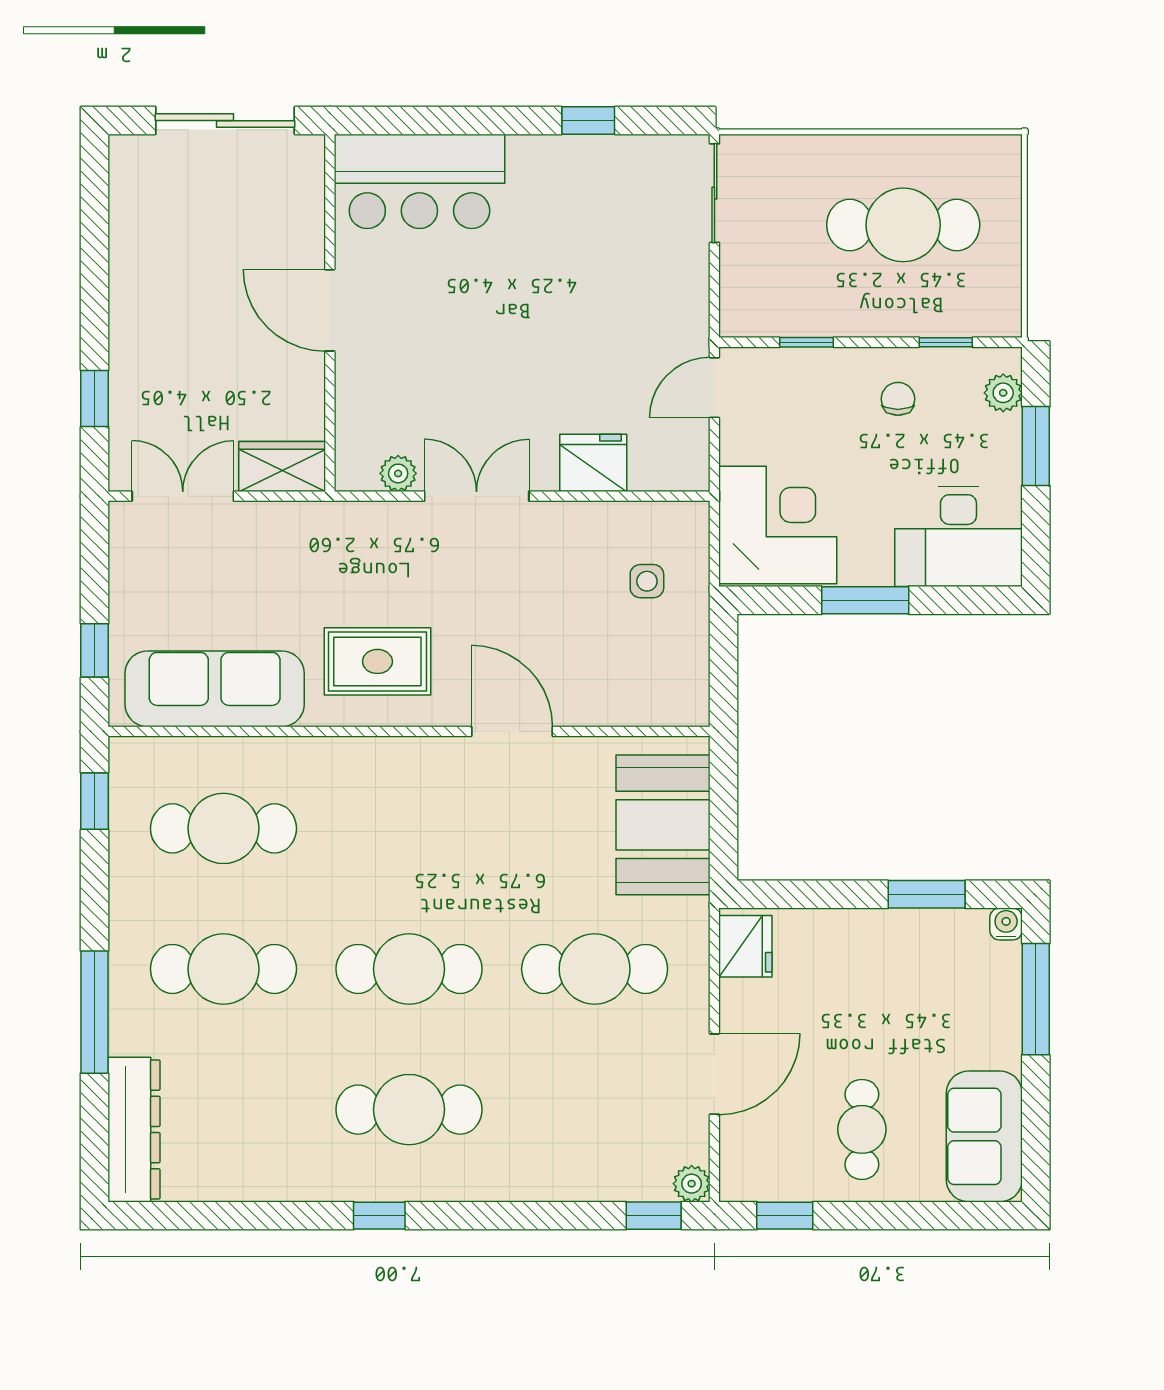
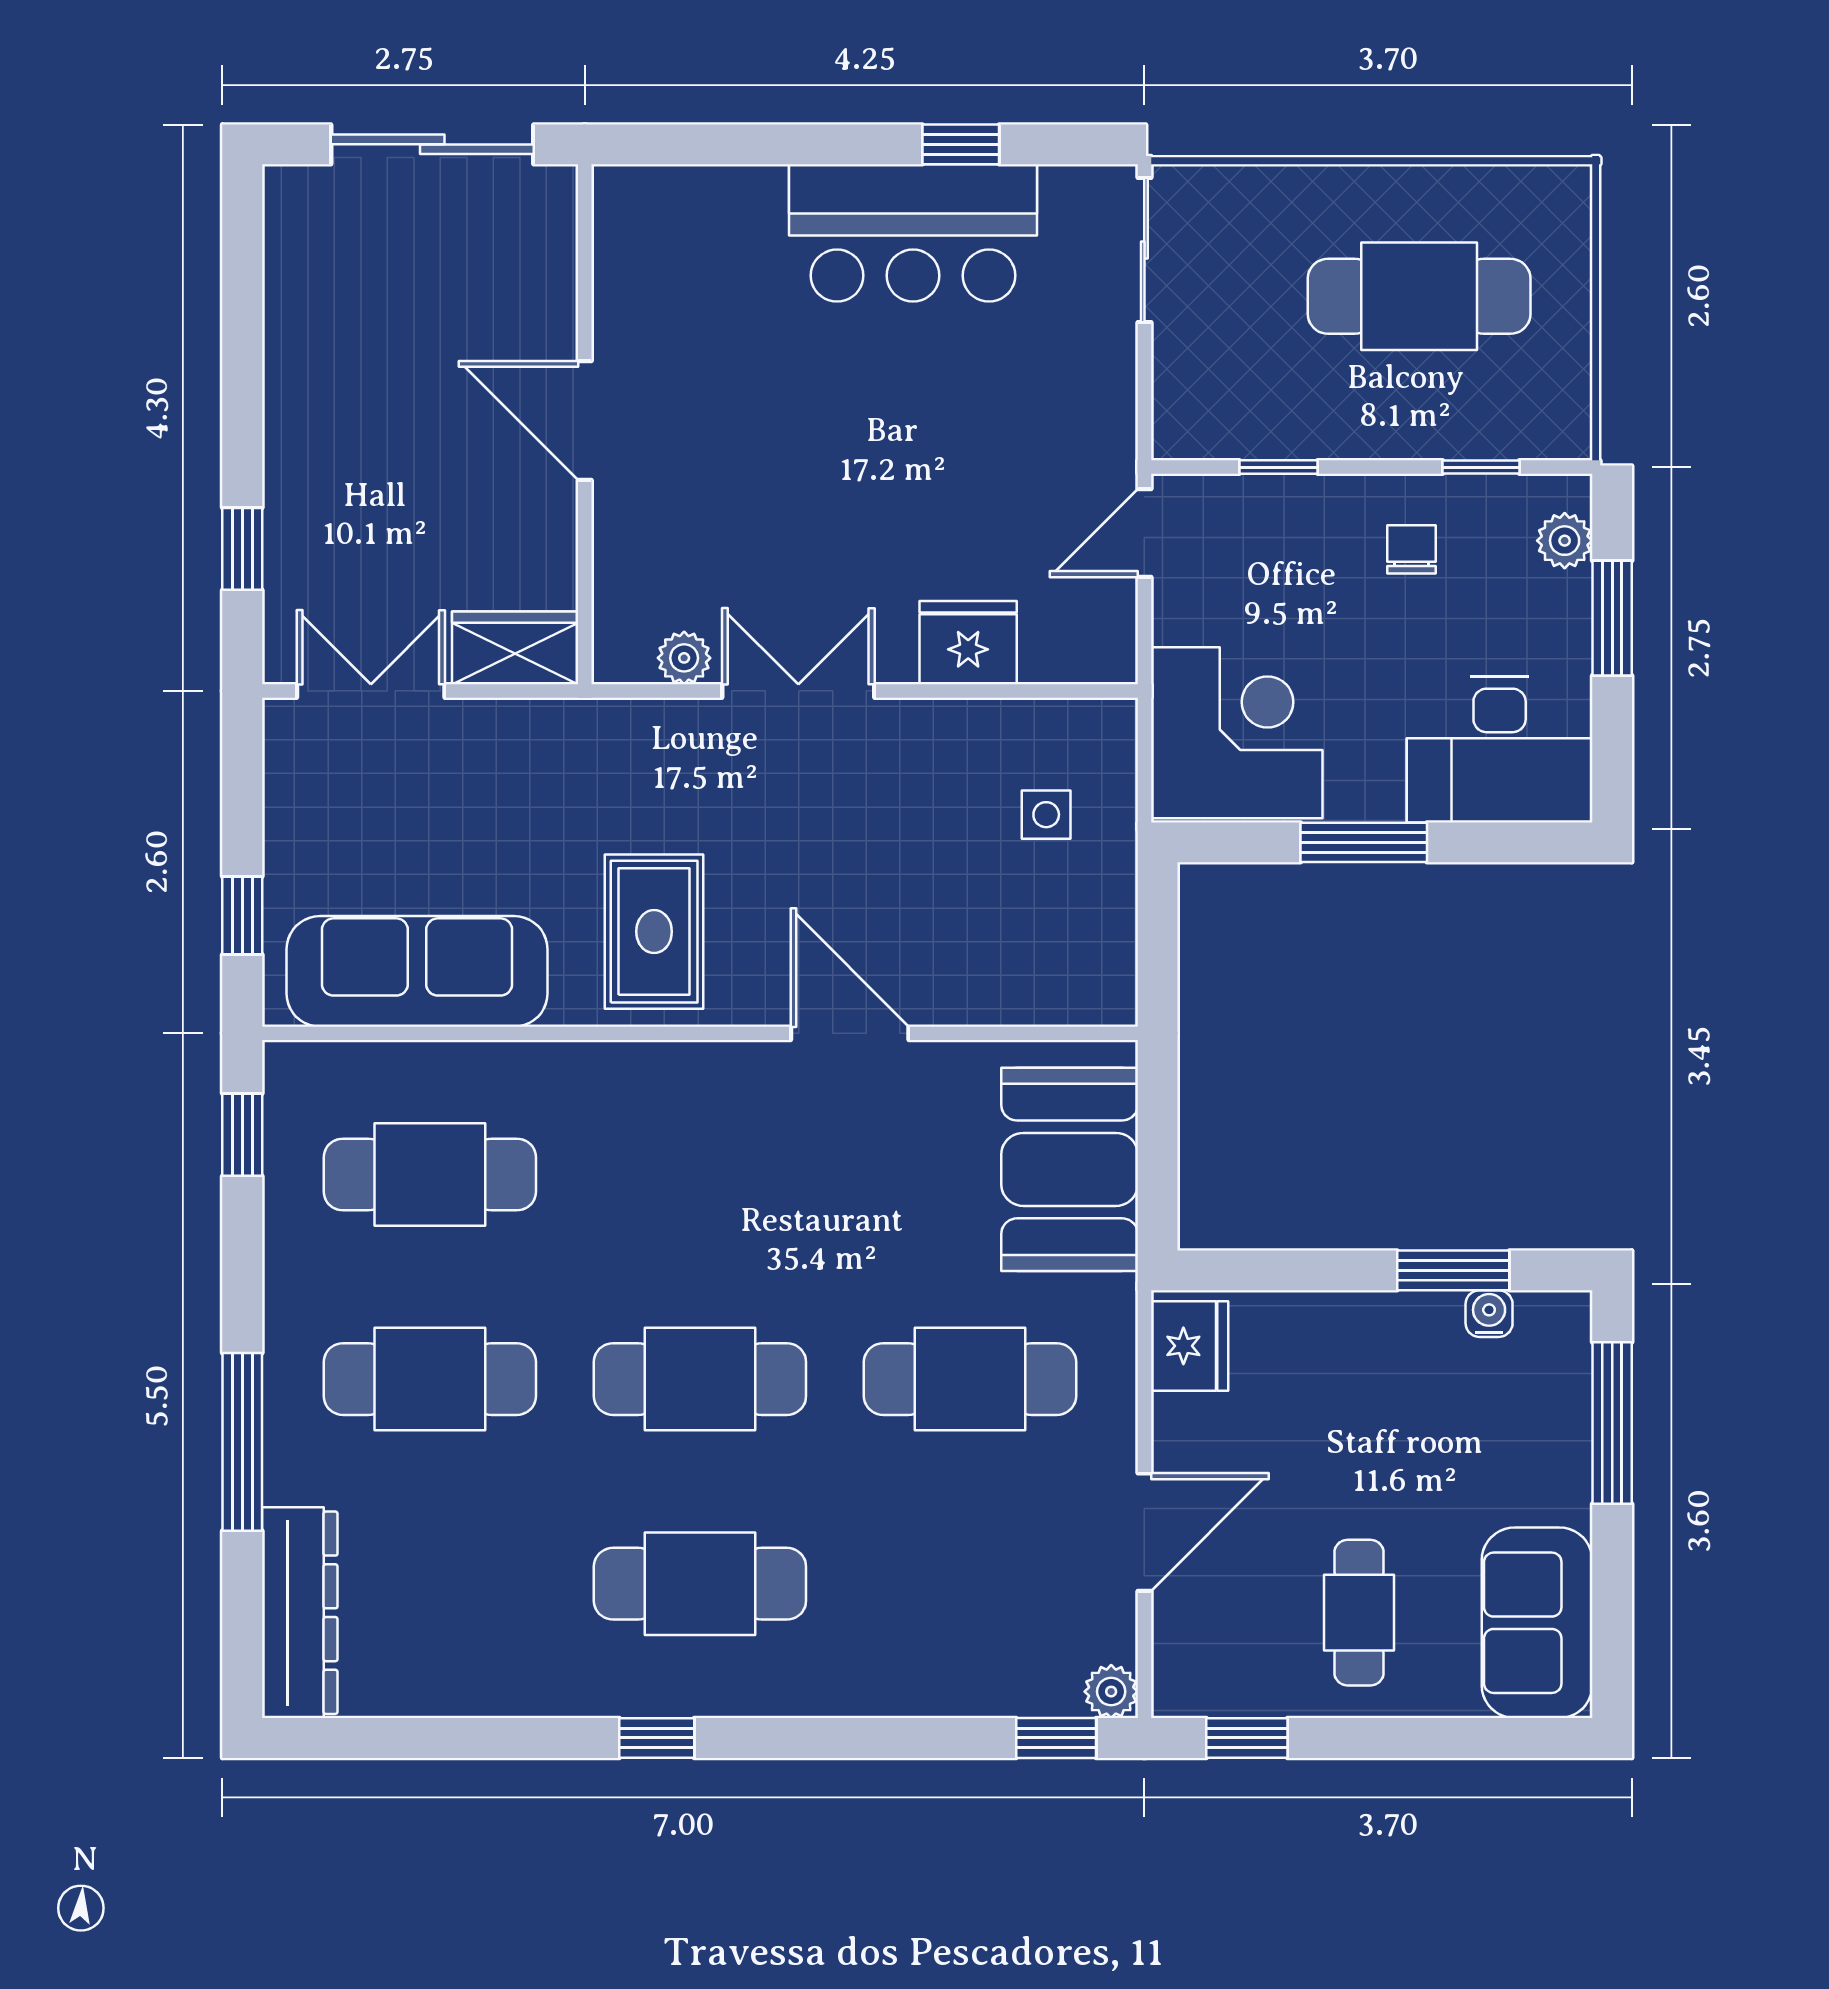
bar counter: (419, 181) -> (913, 233), moved
rug: (377, 661) -> (654, 932), turned 90
water cooler: (1006, 924) -> (1489, 1314), moved

